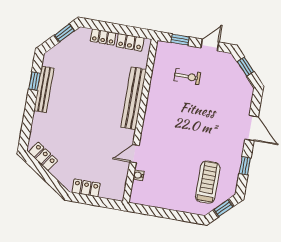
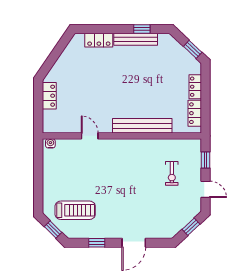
locker: (43, 156) -> (99, 40), moved, turned 56
water cooler: (138, 175) -> (50, 143), moved

